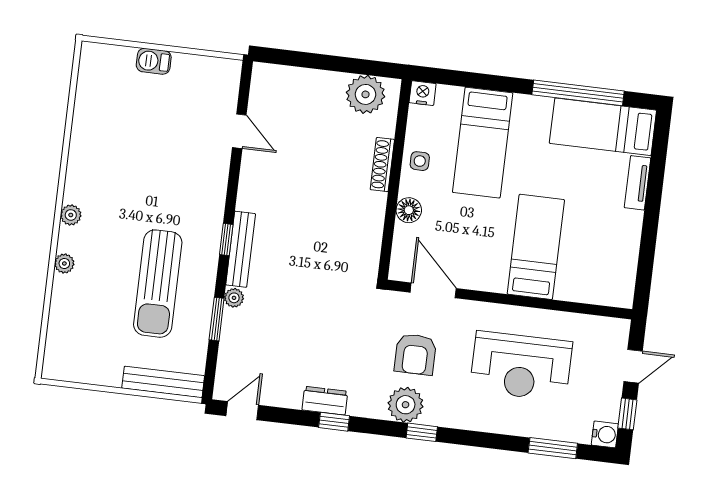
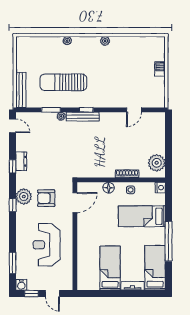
window: (578, 93) -> (169, 241), moved
plant: (71, 215) -> (105, 41), moved
bed: (536, 247) -> (110, 268), moved, turned -90

